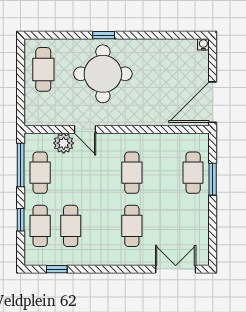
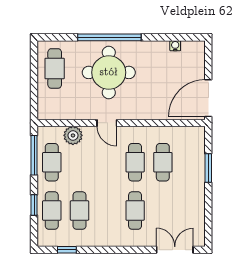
window: (104, 35) -> (109, 37), width x3.17
water cooler: (203, 44) -> (175, 46), moved
door: (85, 129) -> (107, 123), moved
cafe table: (193, 173) -> (163, 162), moved

